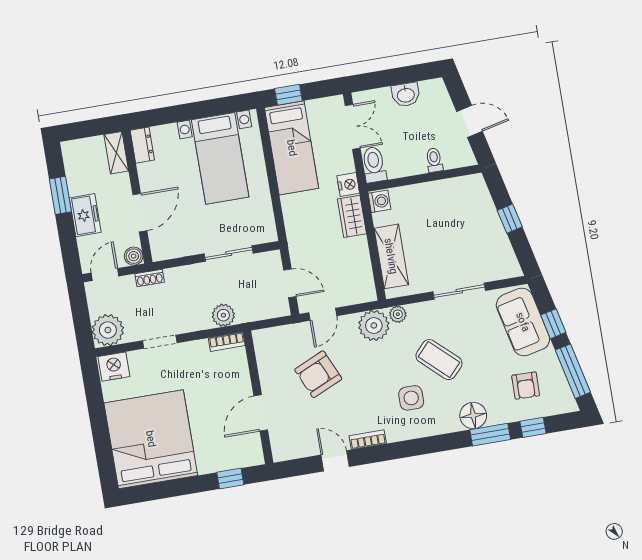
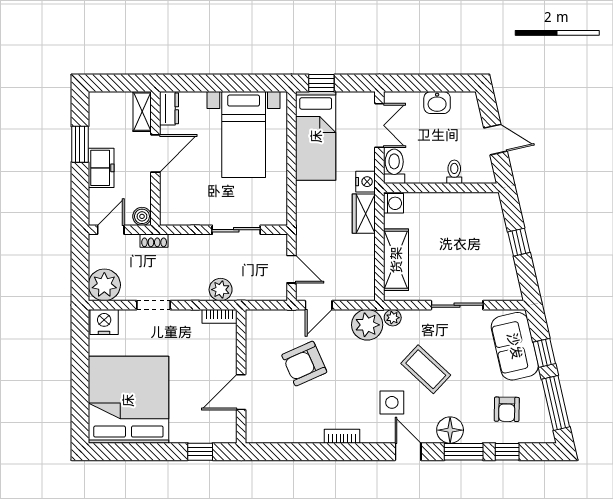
door: (140, 213) -> (155, 153), moved
door: (335, 461) -> (408, 452), moved

